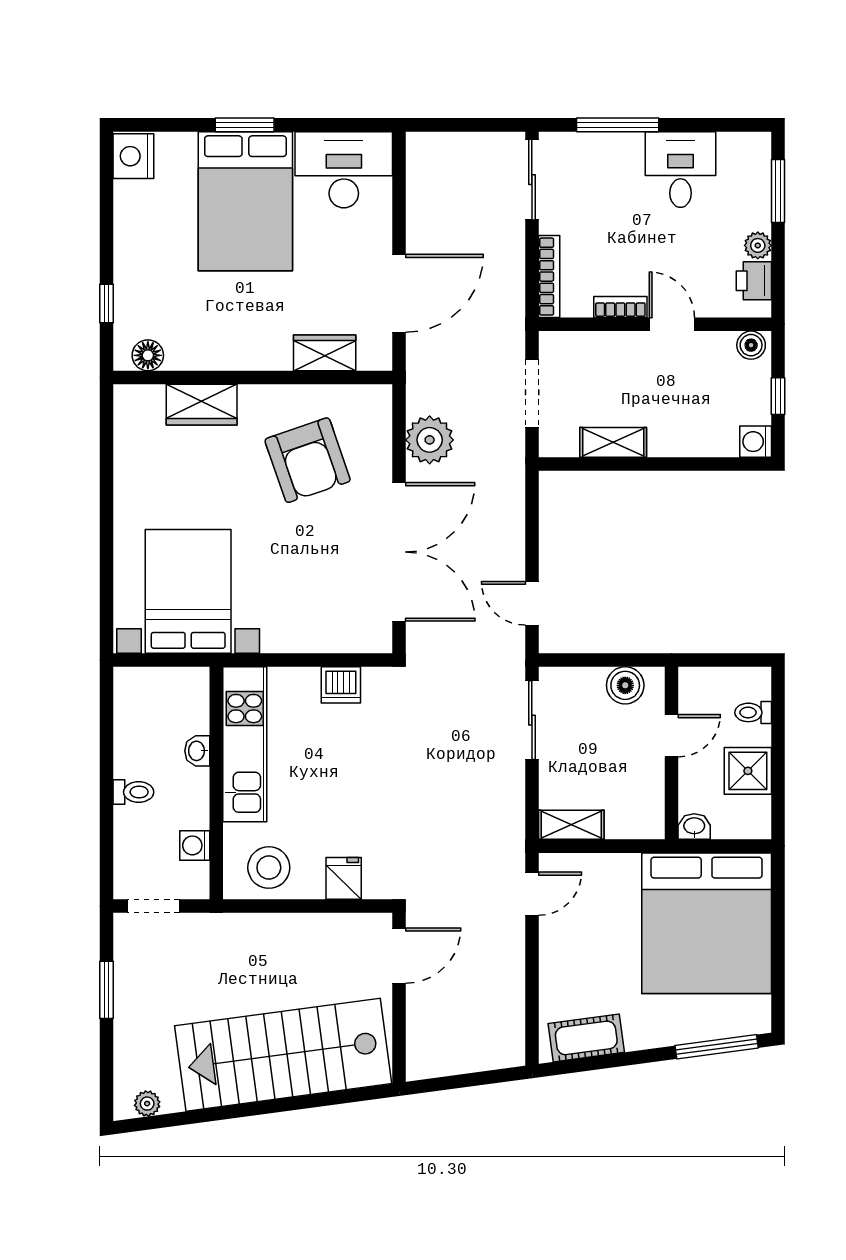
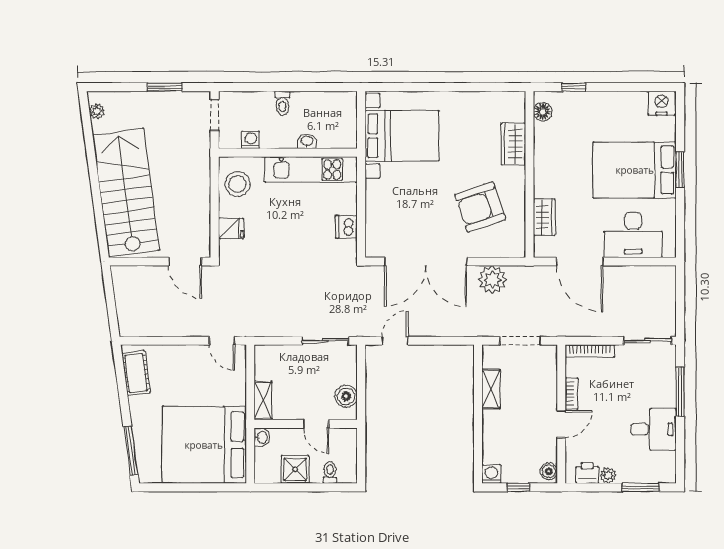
desk: (344, 170) -> (633, 235), moved, turned 90
shelving: (571, 825) -> (263, 401), moved

